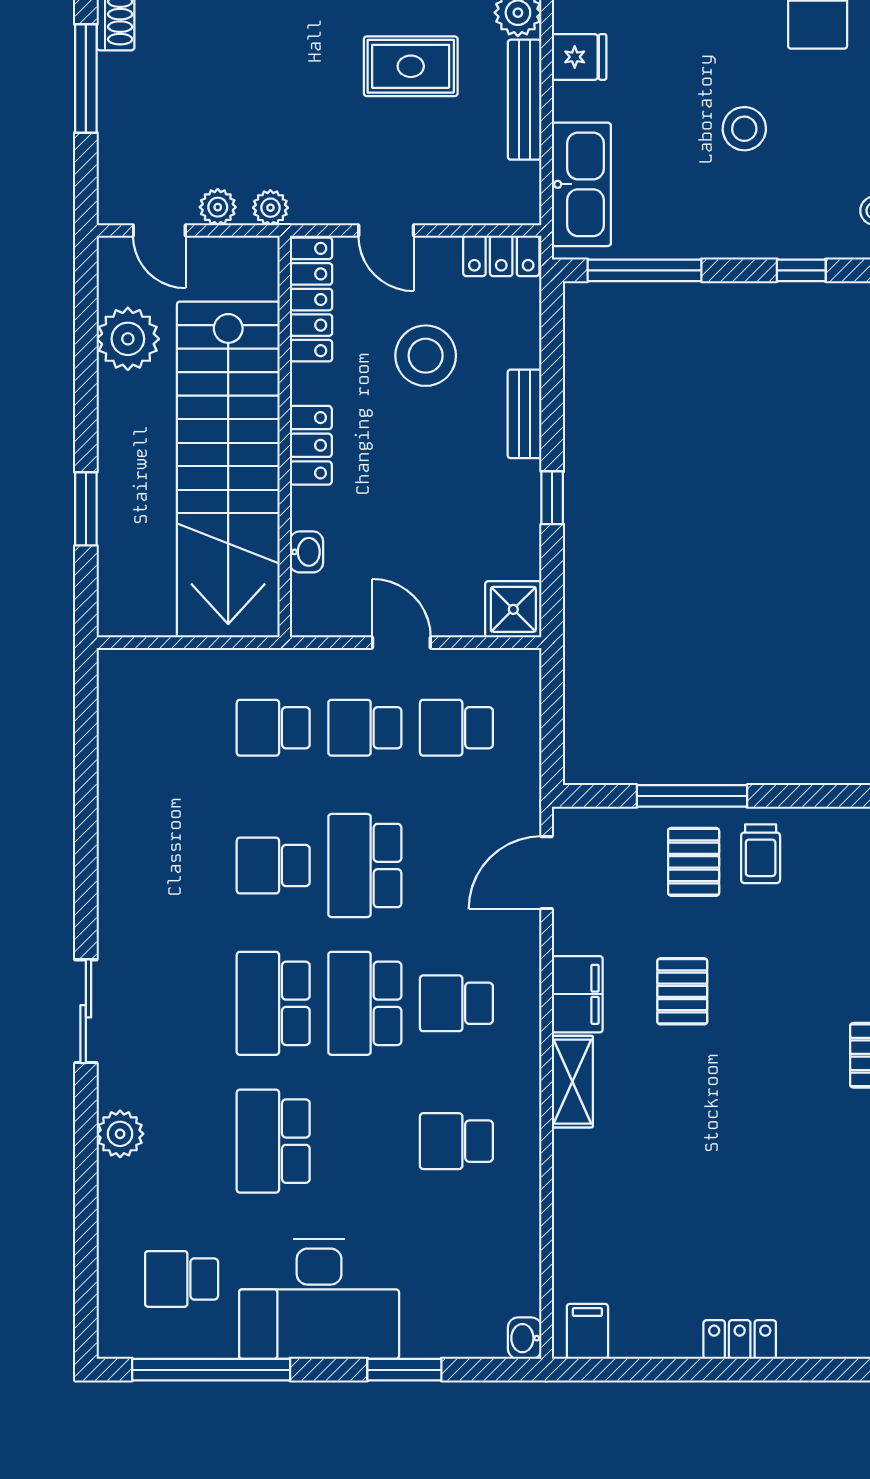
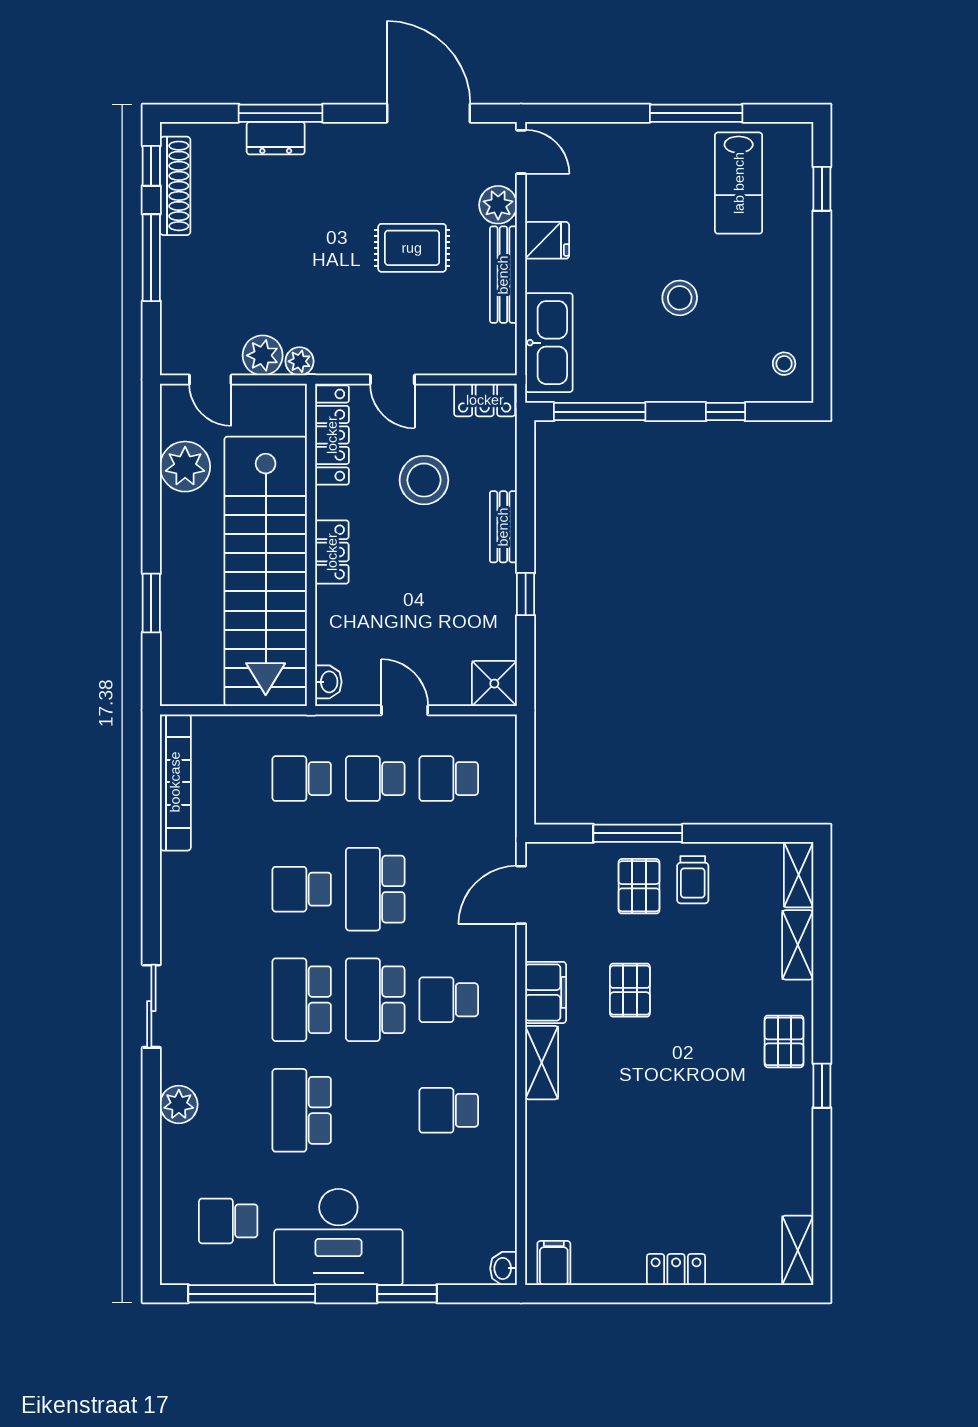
plant: (218, 207) -> (263, 355), width x1.38, depth x1.38
washbasin: (306, 552) -> (328, 682), moved
bookcase: (116, 733) -> (175, 782), added

